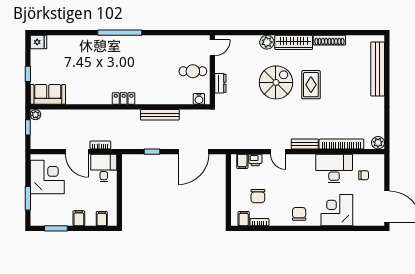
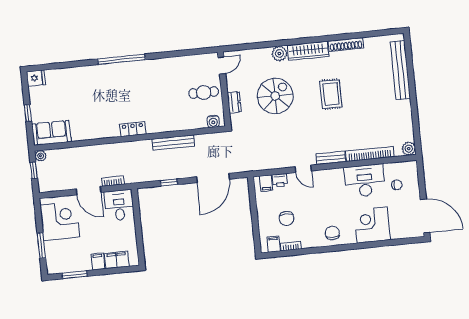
spiral stairs: (276, 82) -> (275, 96), moved
filing cabinet: (102, 219) -> (117, 260), width x2.00

